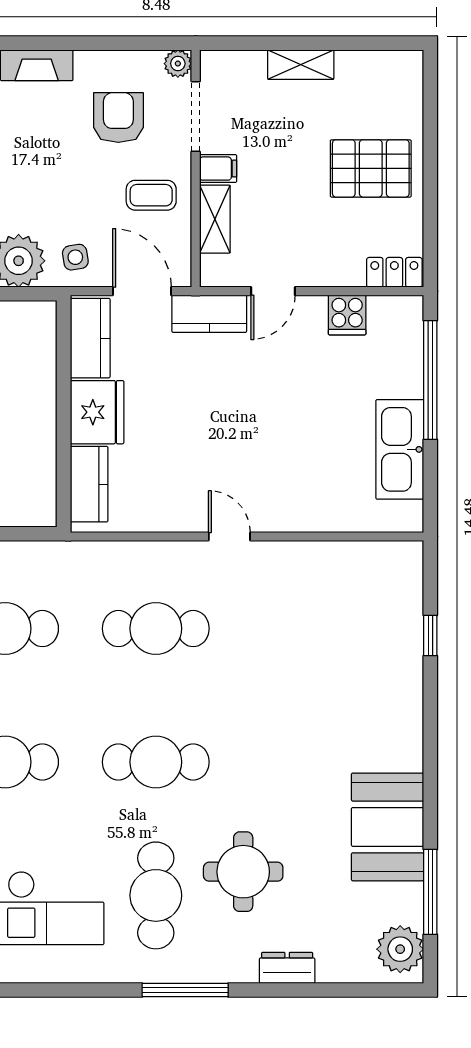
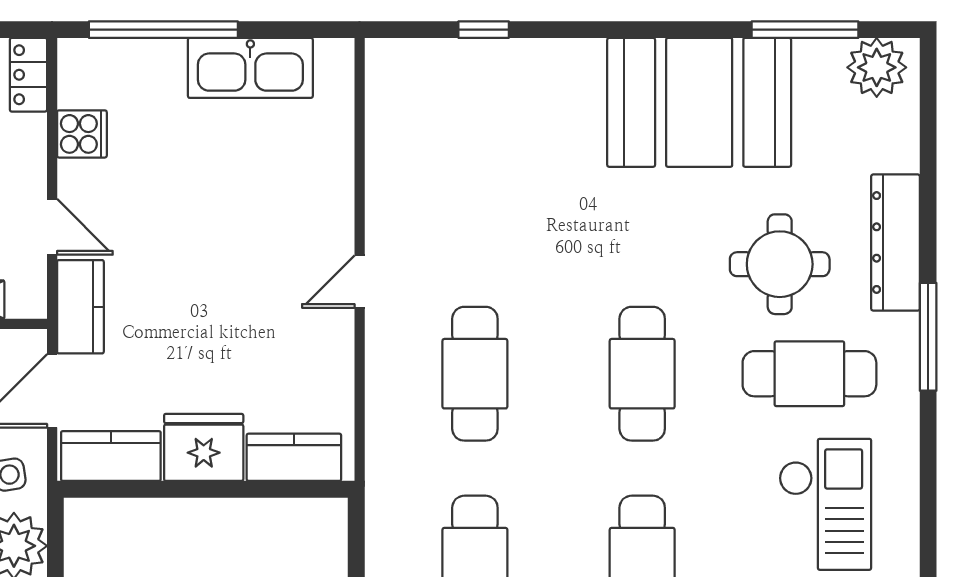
booth: (388, 827) -> (699, 102), width x1.36, depth x1.42
dresser: (287, 968) -> (895, 243), width x1.96, depth x1.24

